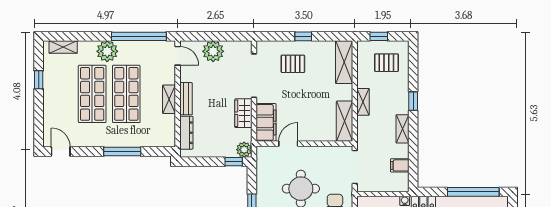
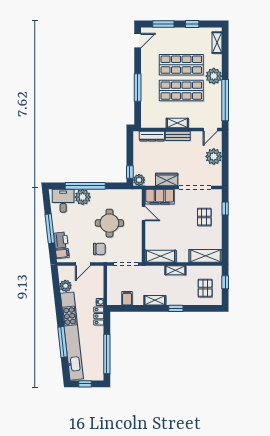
window: (303, 36) -> (225, 208), moved
window: (39, 118) -> (163, 24), added

